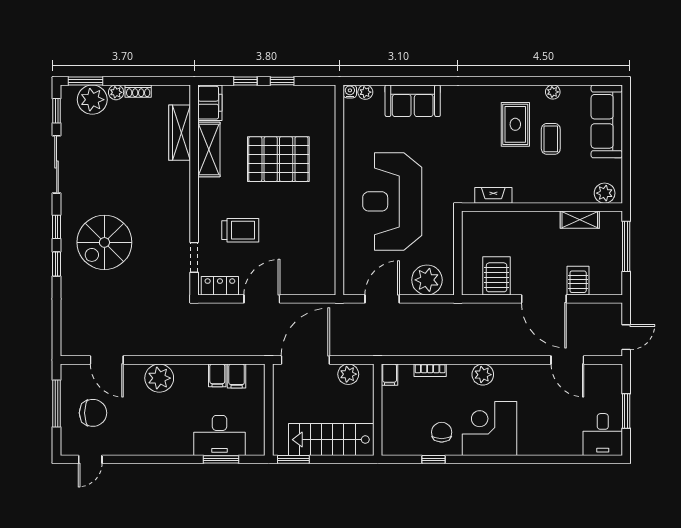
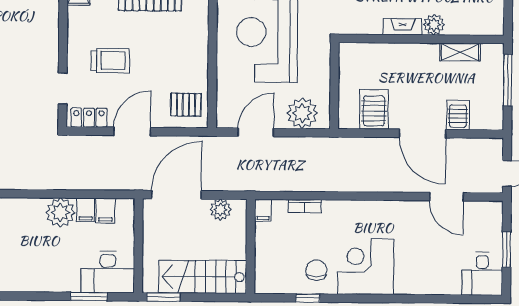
plant: (605, 193) -> (434, 25), moved
fireplace: (493, 195) -> (403, 27), moved
pallet: (314, 273) -> (186, 105), added
plant: (483, 375) -> (359, 211), removed
plant: (159, 378) -> (60, 213), moved
desk: (219, 435) -> (108, 272), moved

